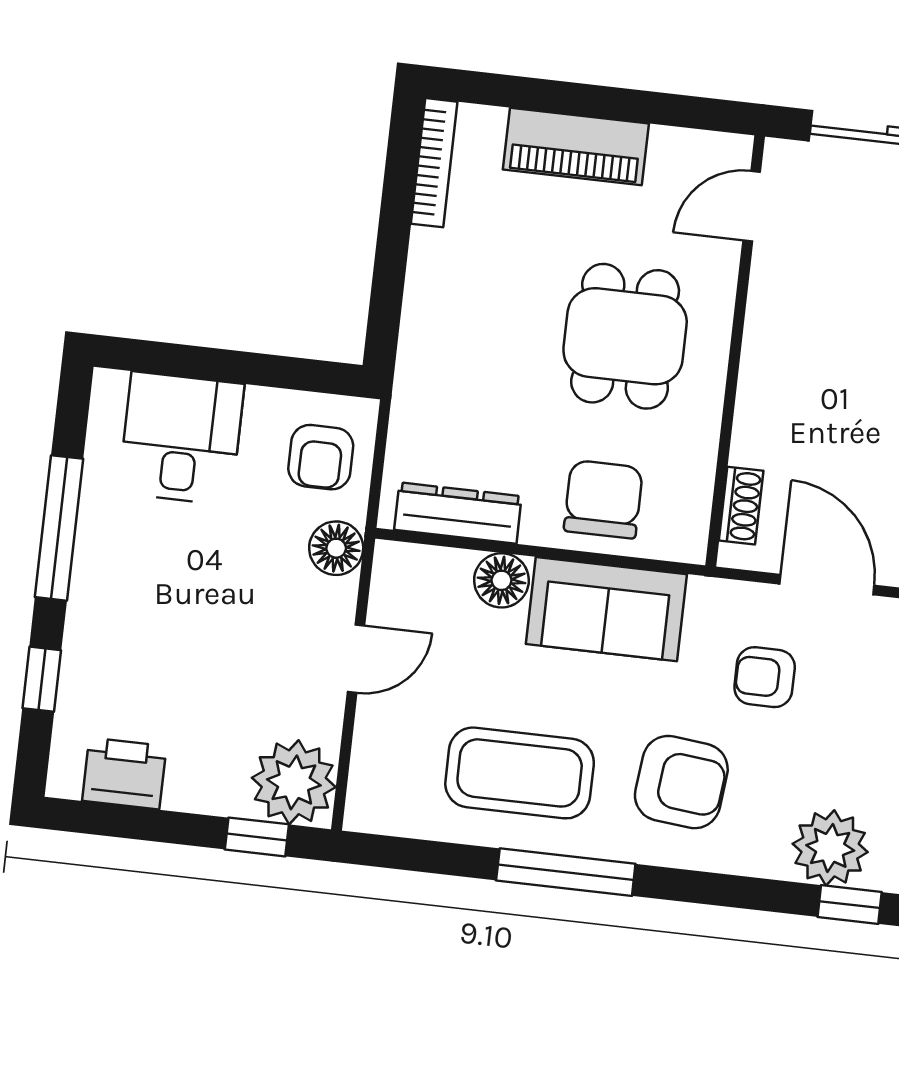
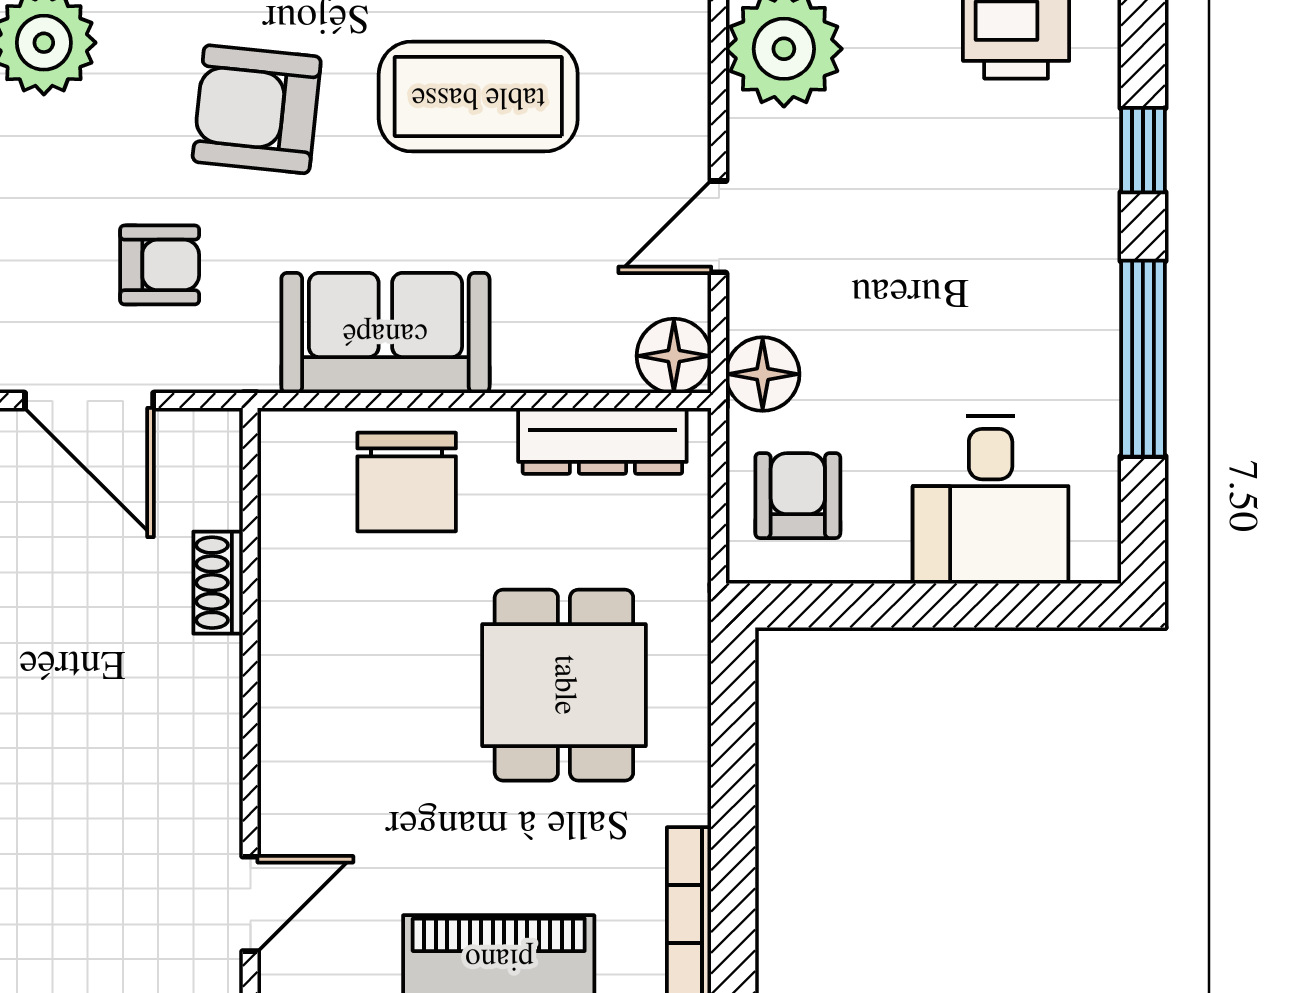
dining table: (625, 336) -> (564, 685), moved
shoe rack: (741, 506) -> (218, 583), moved
floor lamp: (501, 580) -> (674, 356), moved

